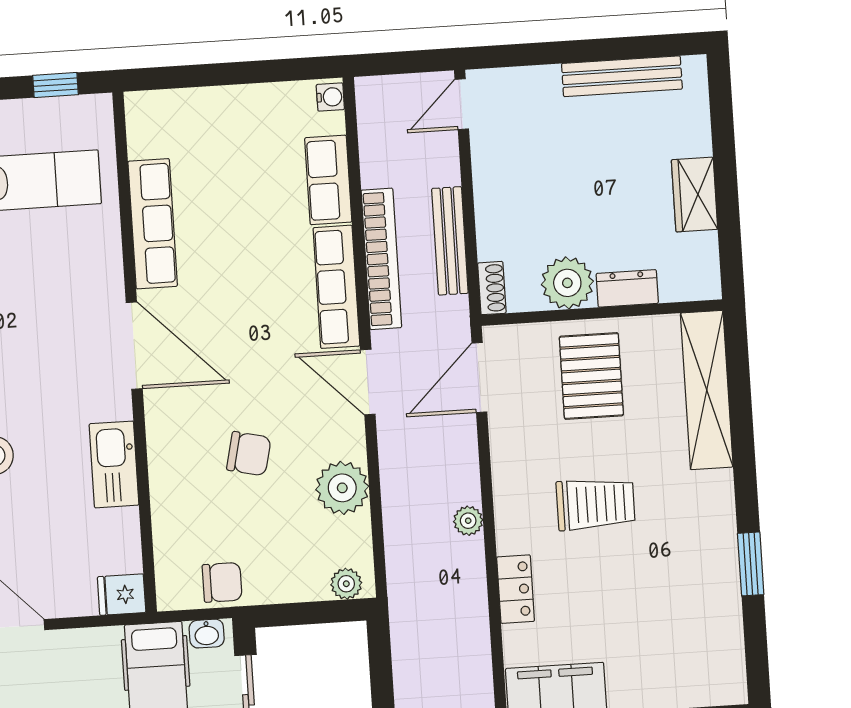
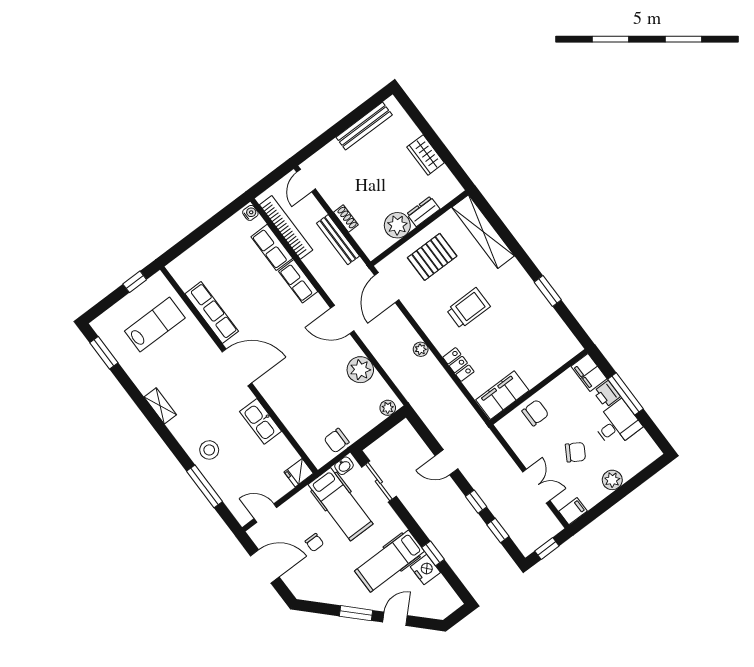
bookcase: (381, 259) -> (286, 227), moved
row of seats: (336, 287) -> (298, 281), width x0.68
shoe rack: (492, 288) -> (346, 219), moved
pallet: (591, 376) -> (432, 257), turned 90
chair: (249, 454) -> (313, 381), removed
chair: (222, 582) -> (337, 441), turned 180

